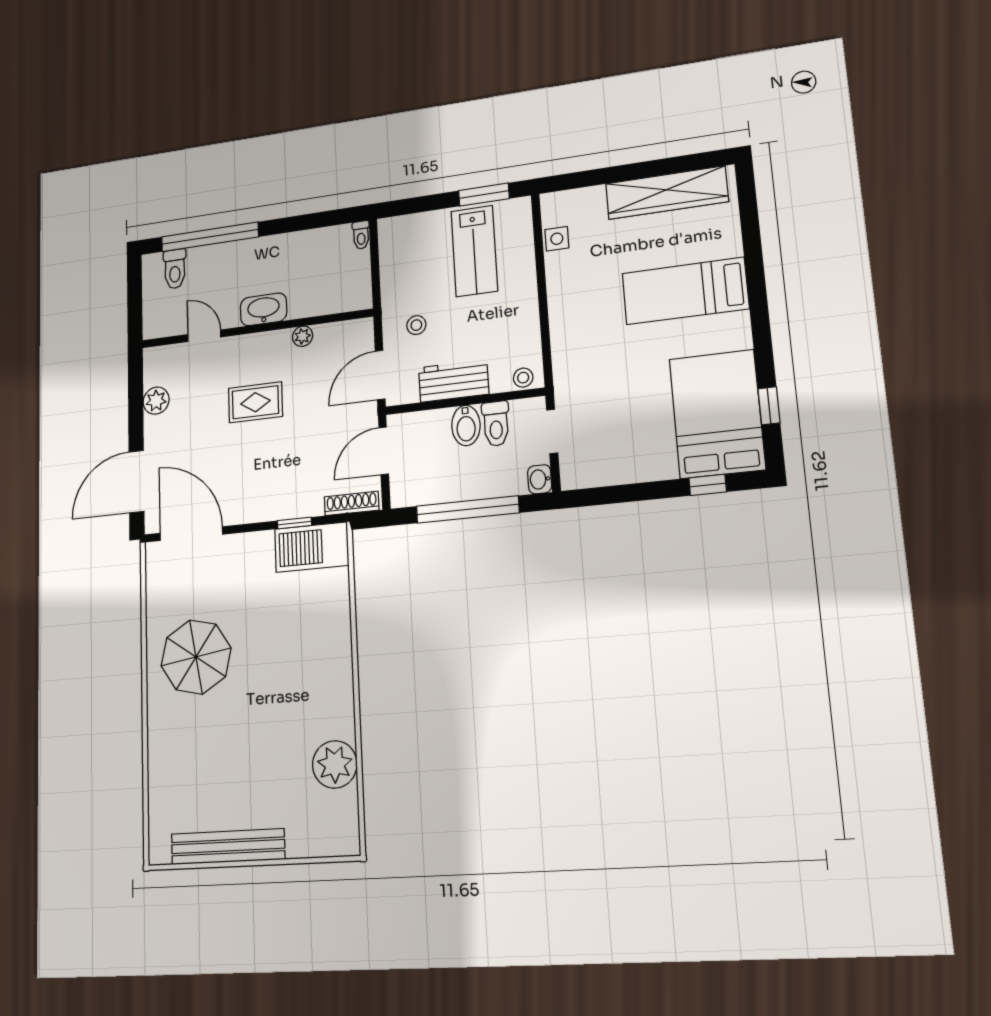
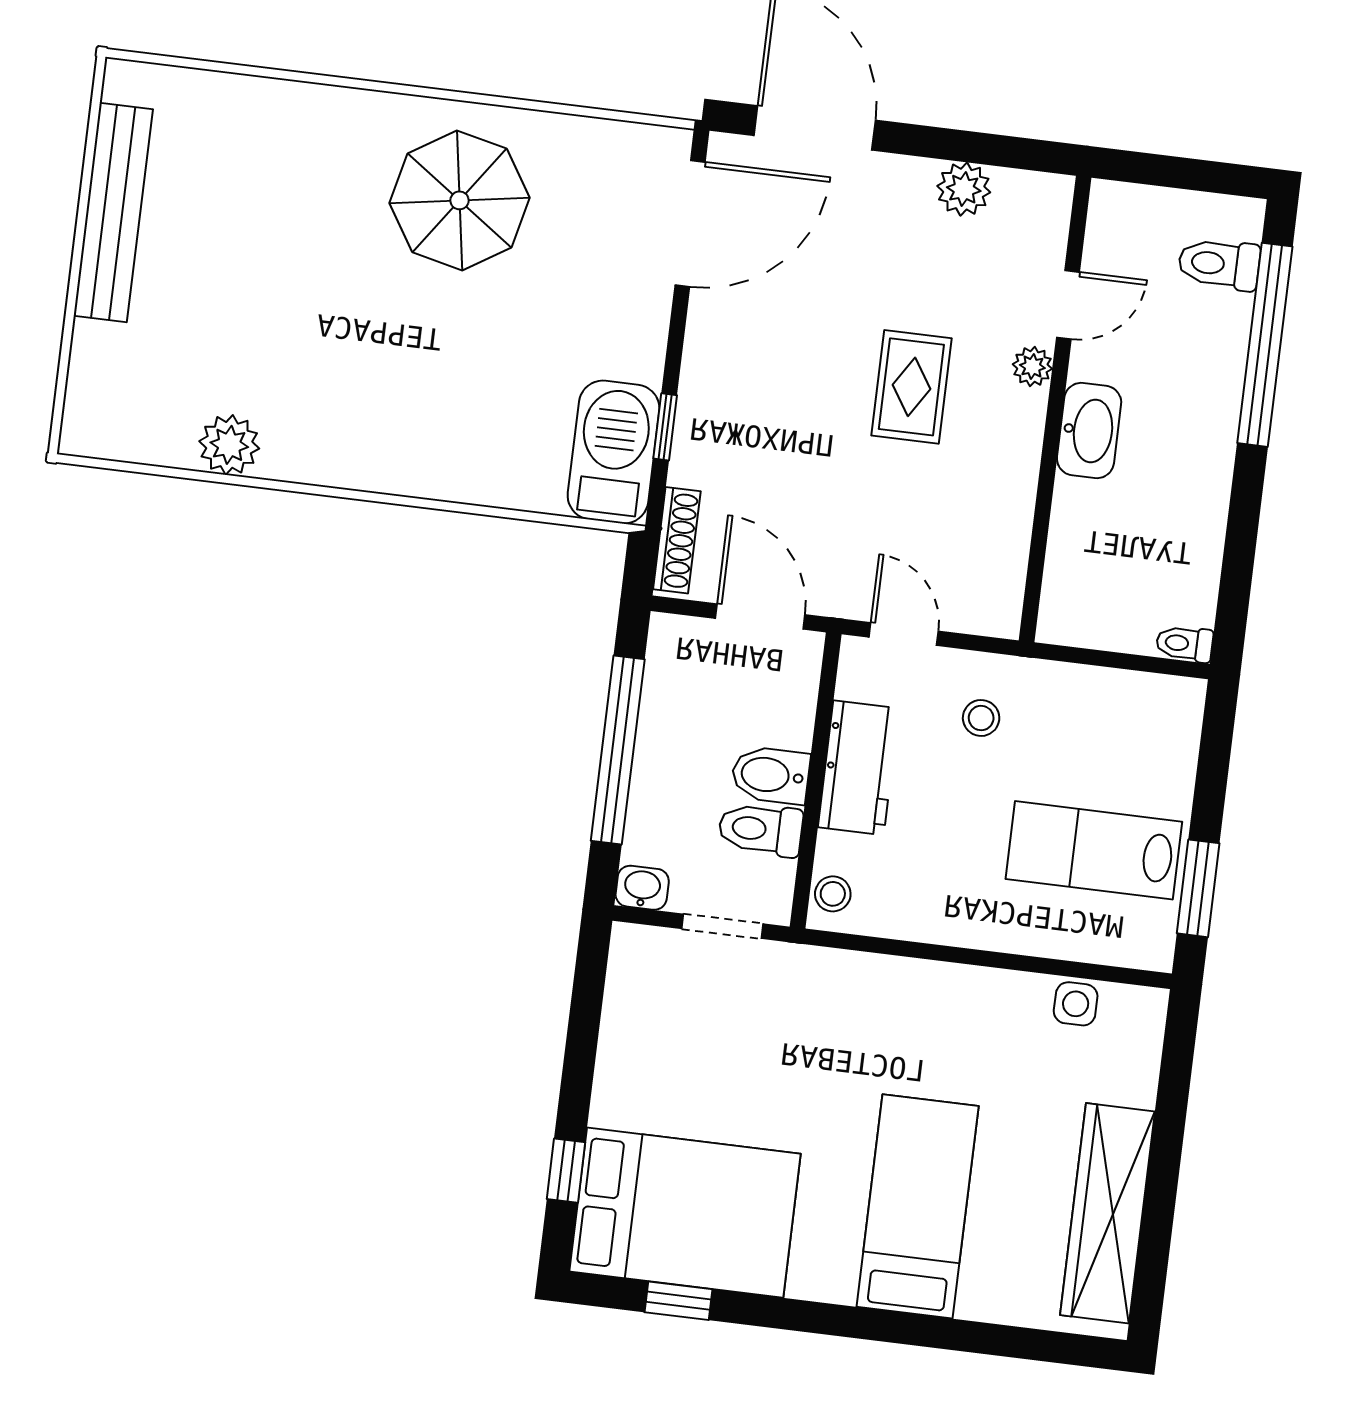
plant: (303, 336) -> (1032, 367), moved
door: (380, 375) -> (904, 634), width x0.73
plant: (335, 764) -> (229, 445), width x0.73, depth x0.73

